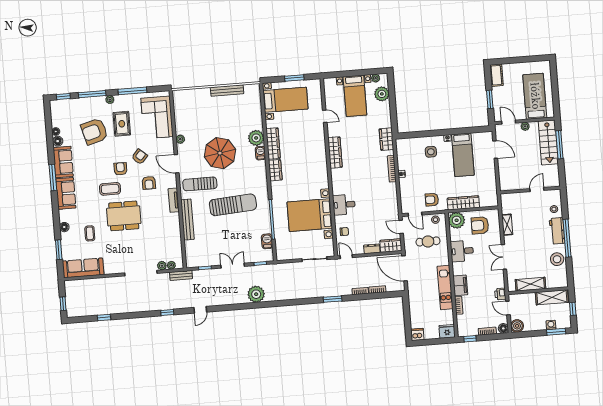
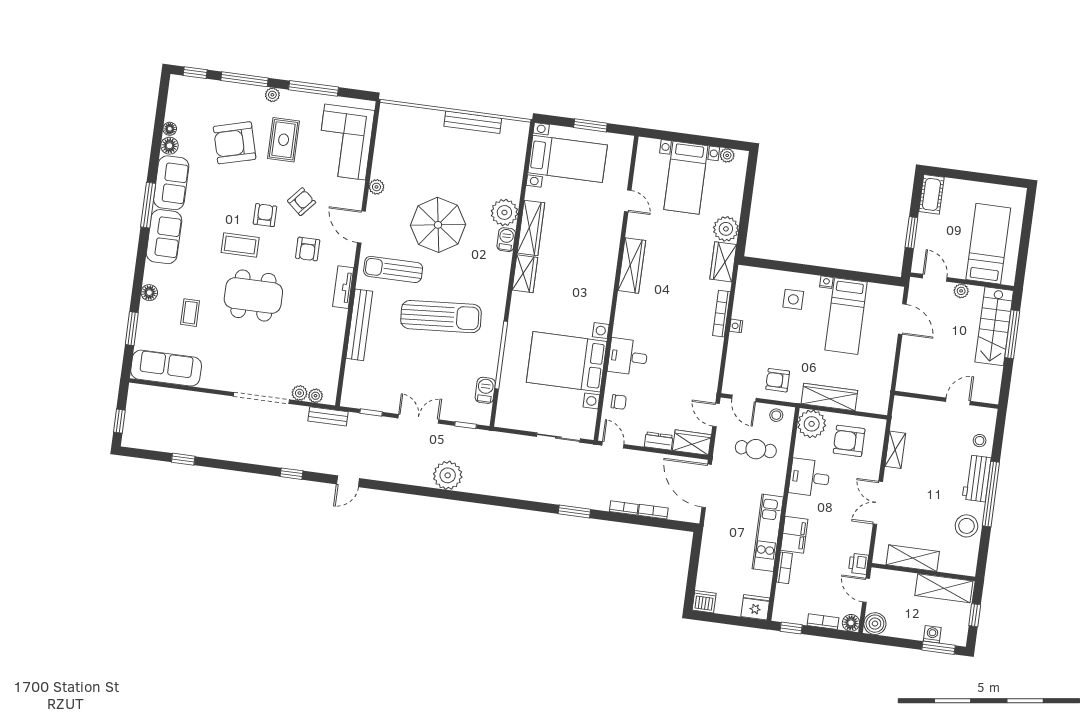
plant: (382, 94) -> (726, 229), moved

